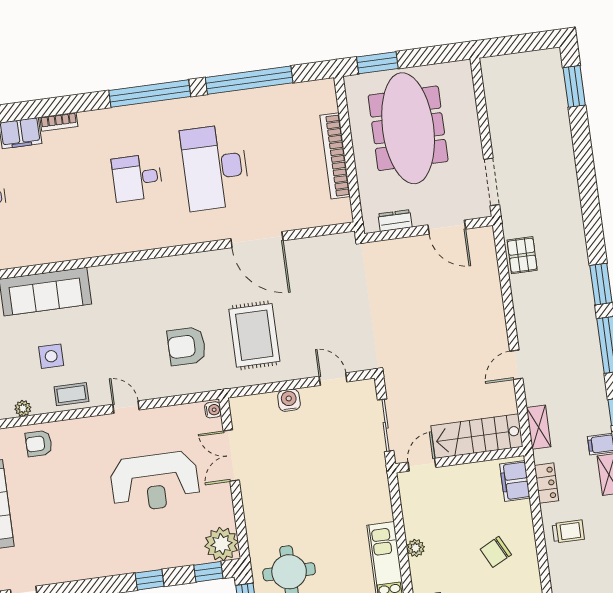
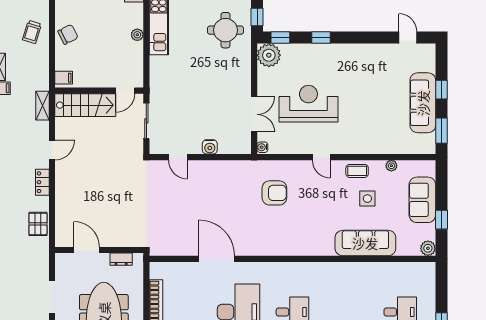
doorway: (492, 182) -> (52, 297), moved
rug: (254, 335) -> (227, 194), removed
armchair: (39, 444) -> (384, 140), removed
filing cabinet: (515, 481) -> (64, 78), width x0.50
locker: (546, 483) -> (42, 182), moved
trolley: (568, 531) -> (32, 32), turned -73
chair: (496, 552) -> (68, 34), moved

